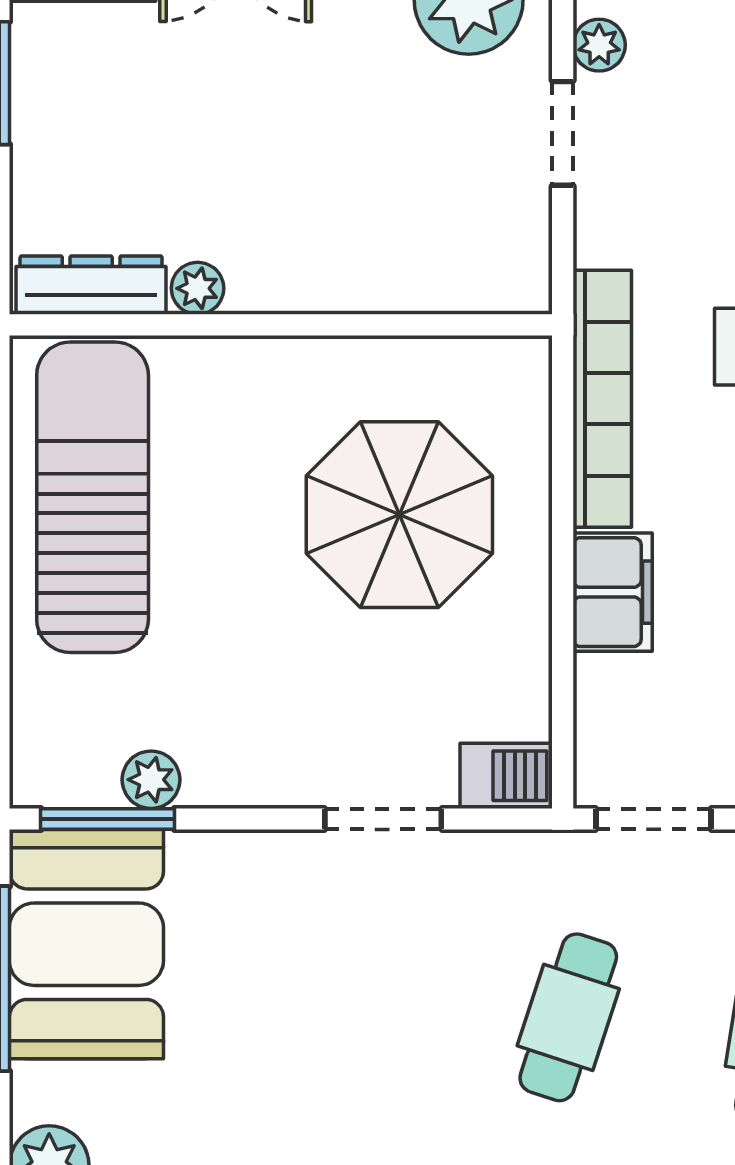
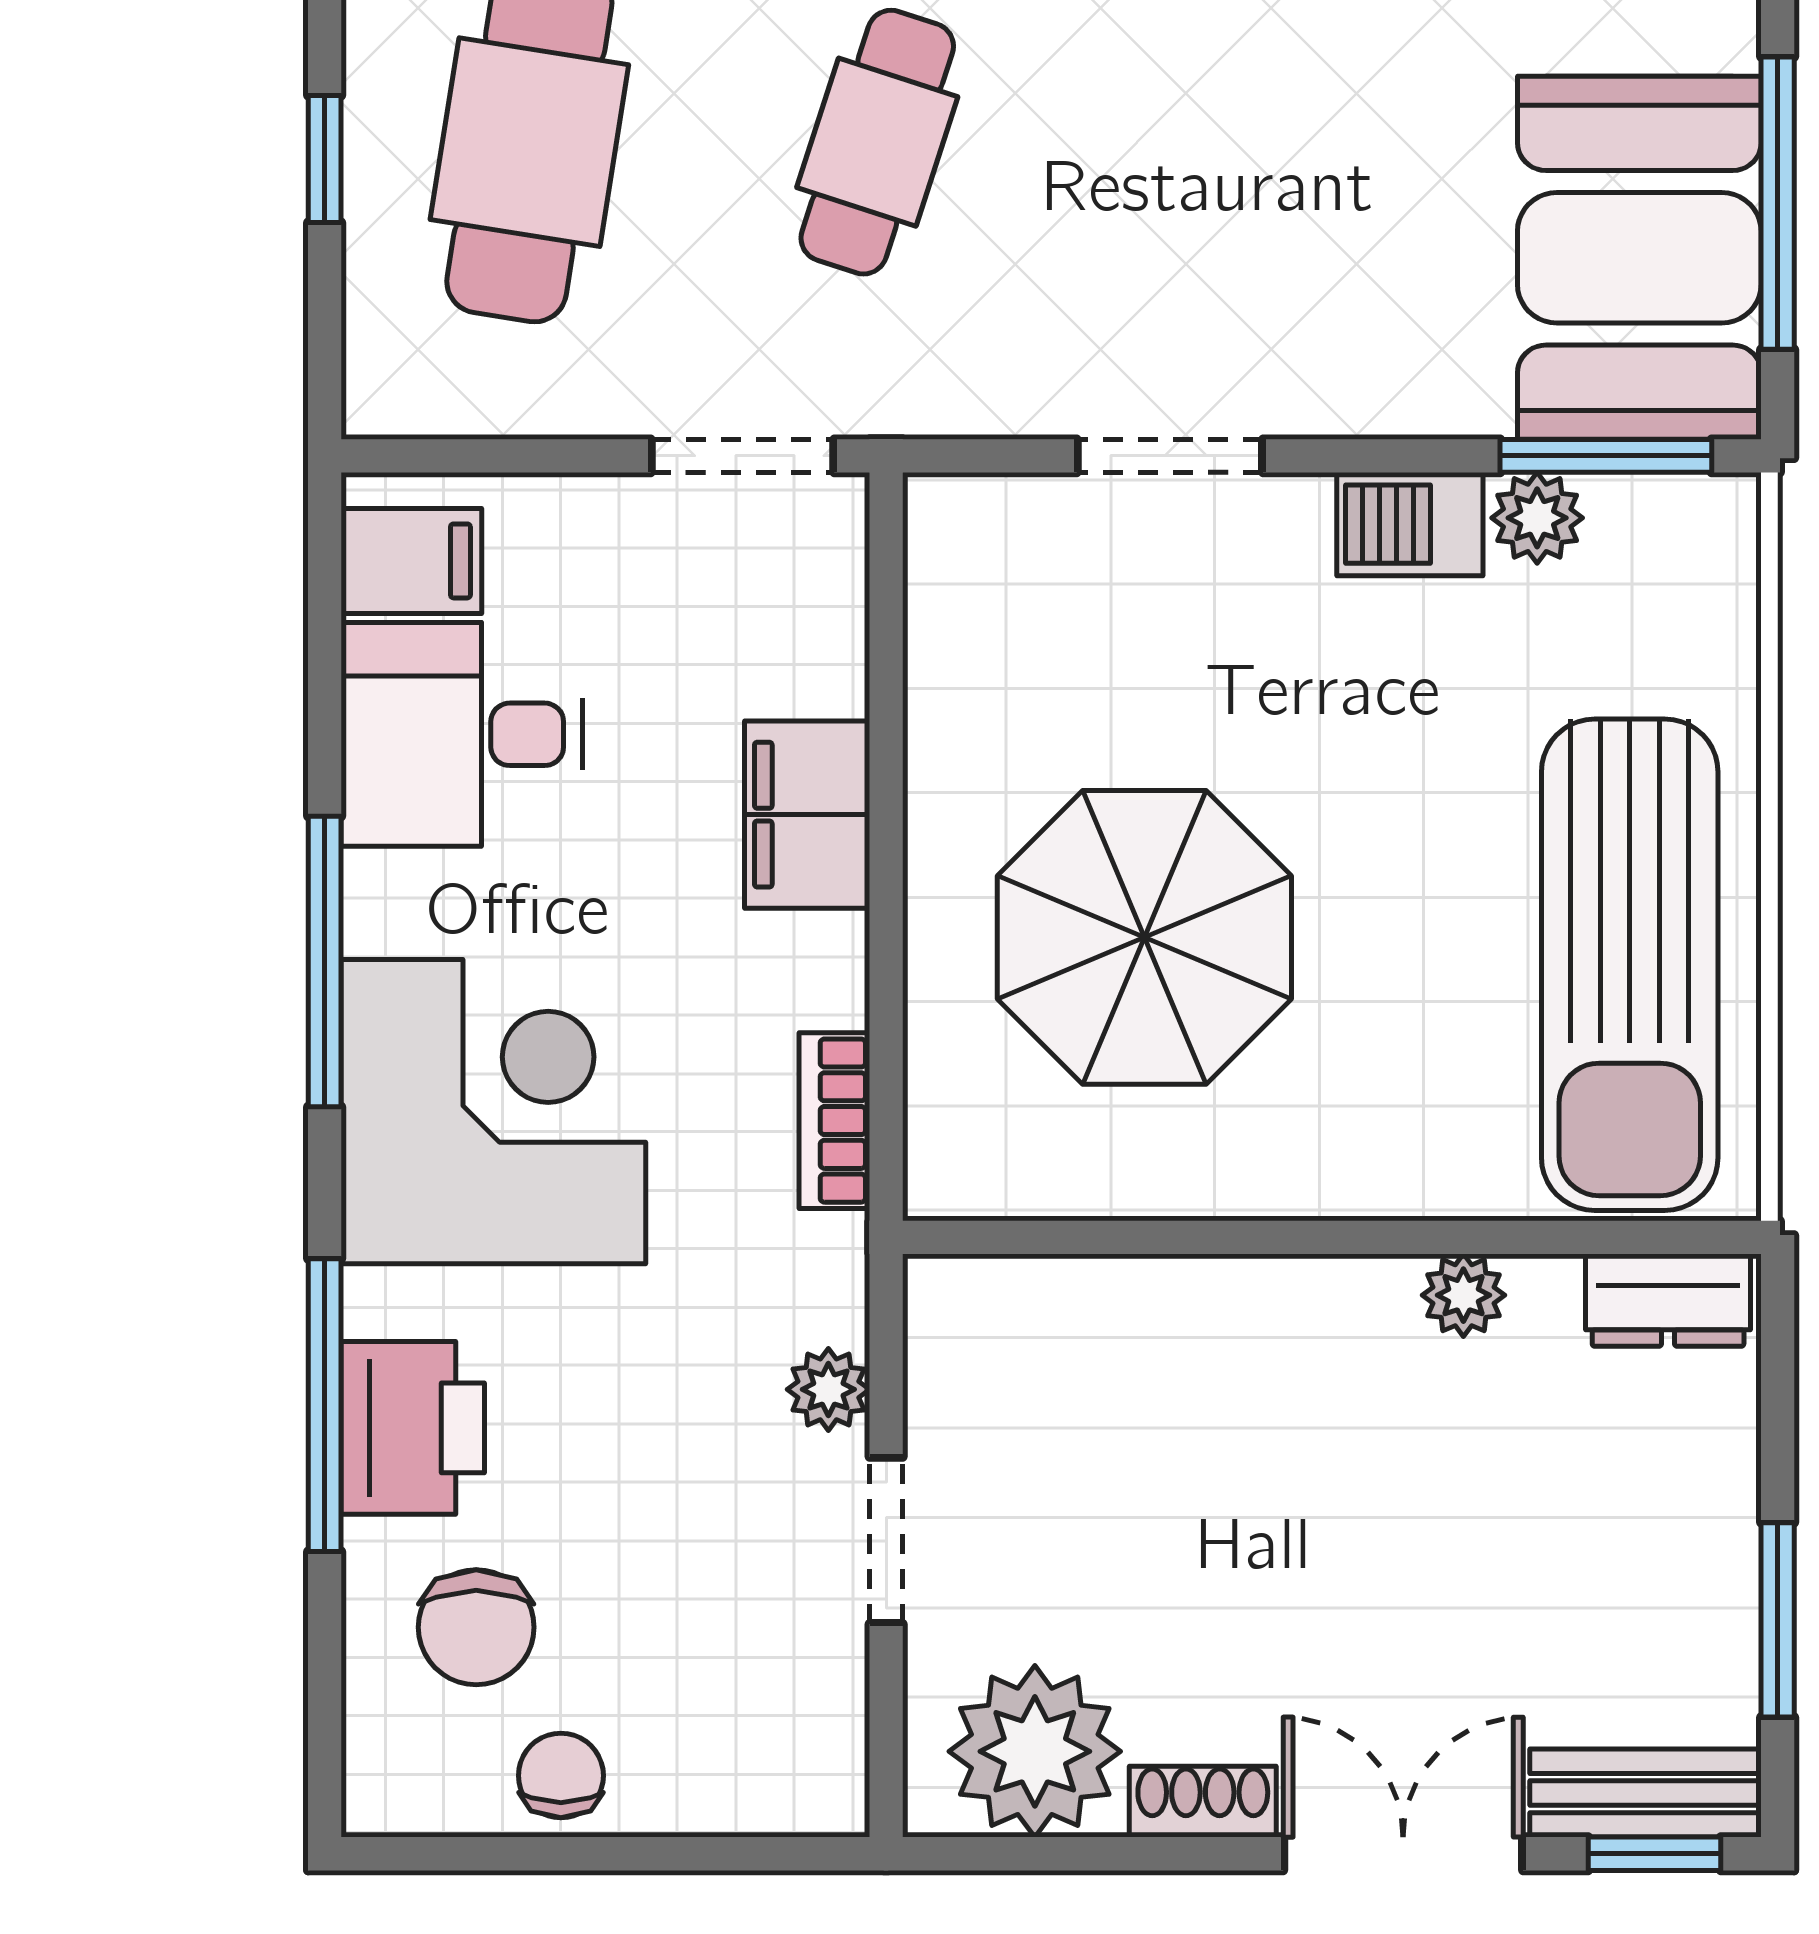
plant: (599, 45) -> (828, 1389), moved
dresser: (91, 285) -> (1668, 1300), width x0.70
bookcase: (602, 399) -> (834, 1121), width x0.43, depth x0.76
barbecue: (506, 776) -> (1410, 524), moved

